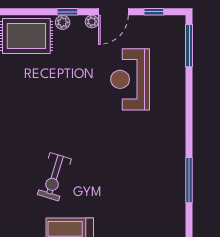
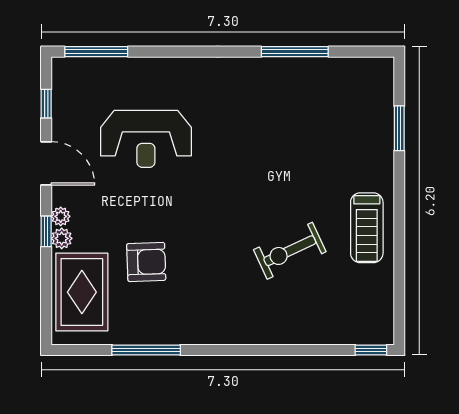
plant: (92, 22) -> (61, 216), moved
armchair: (47, 80) -> (146, 262), added
exercise bike: (54, 177) -> (290, 251), turned 138

